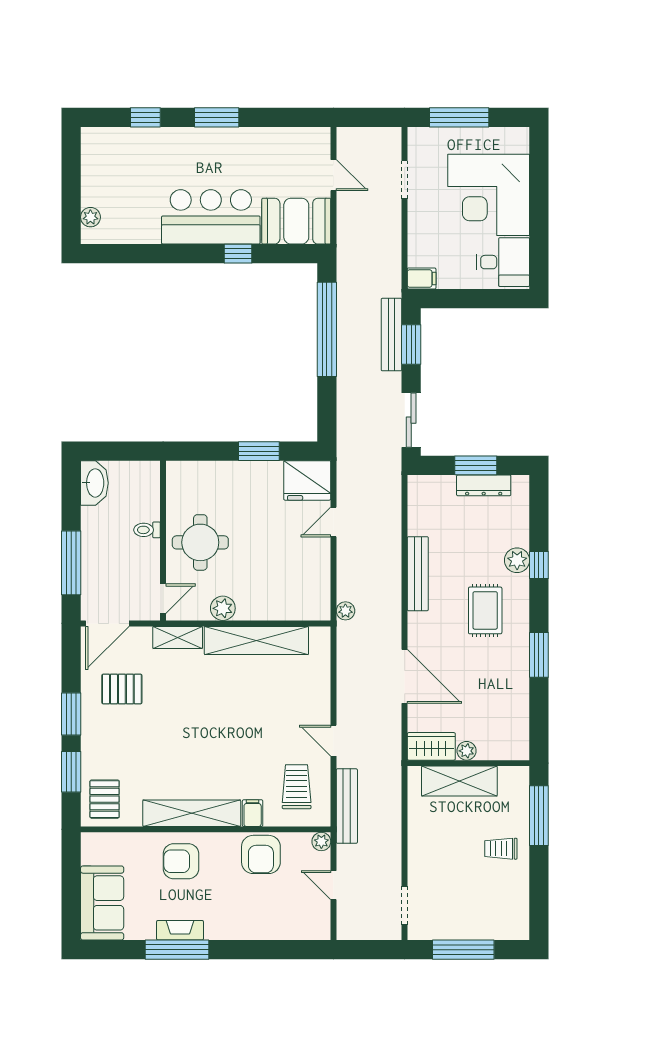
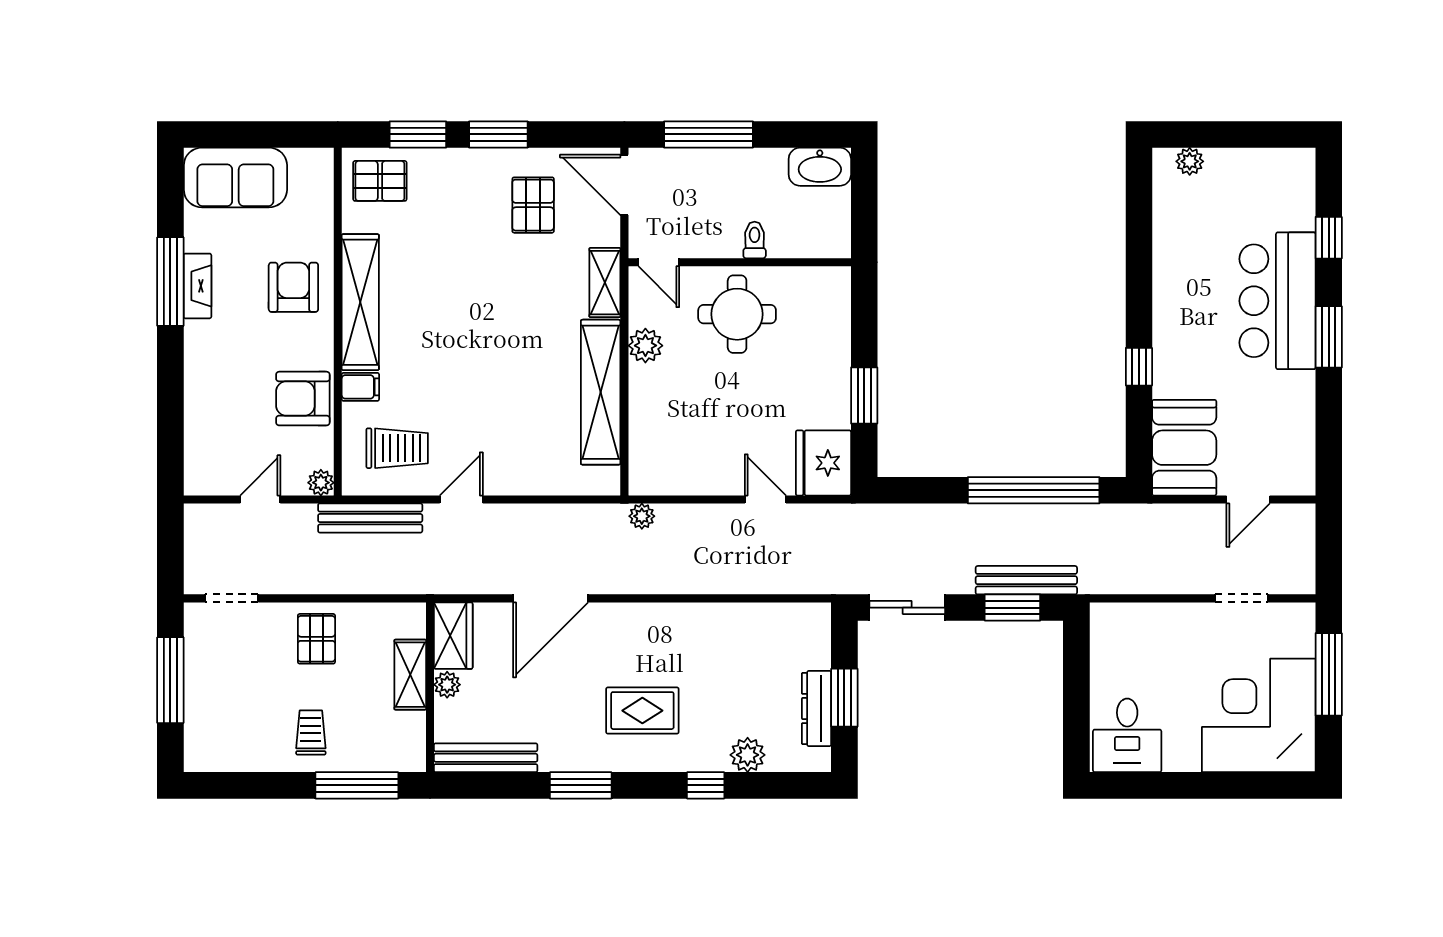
corner desk: (489, 195) -> (1259, 715), moved
bar counter: (211, 217) -> (1277, 301), moved, turned 180
filing cabinet: (422, 278) -> (1104, 622), removed
plant: (517, 560) -> (748, 755), moved
bench: (418, 574) -> (486, 758), moved
shelving: (459, 781) -> (410, 675), width x0.67, depth x0.75
pallet: (434, 845) -> (316, 639), added

